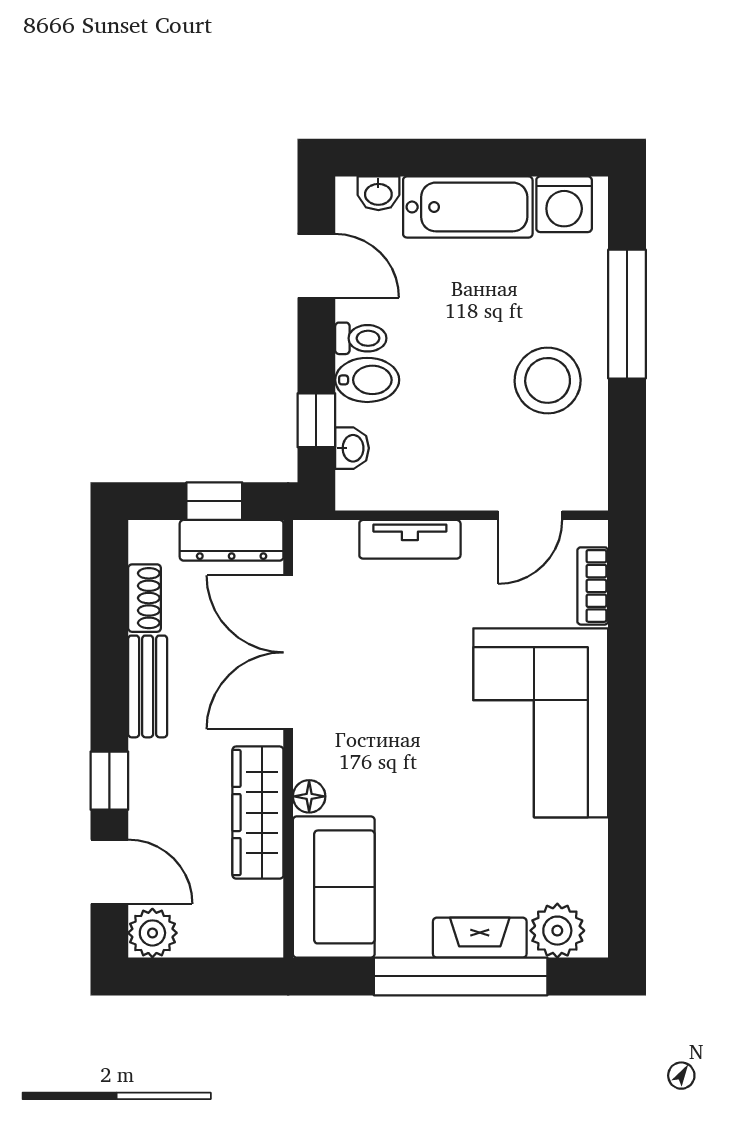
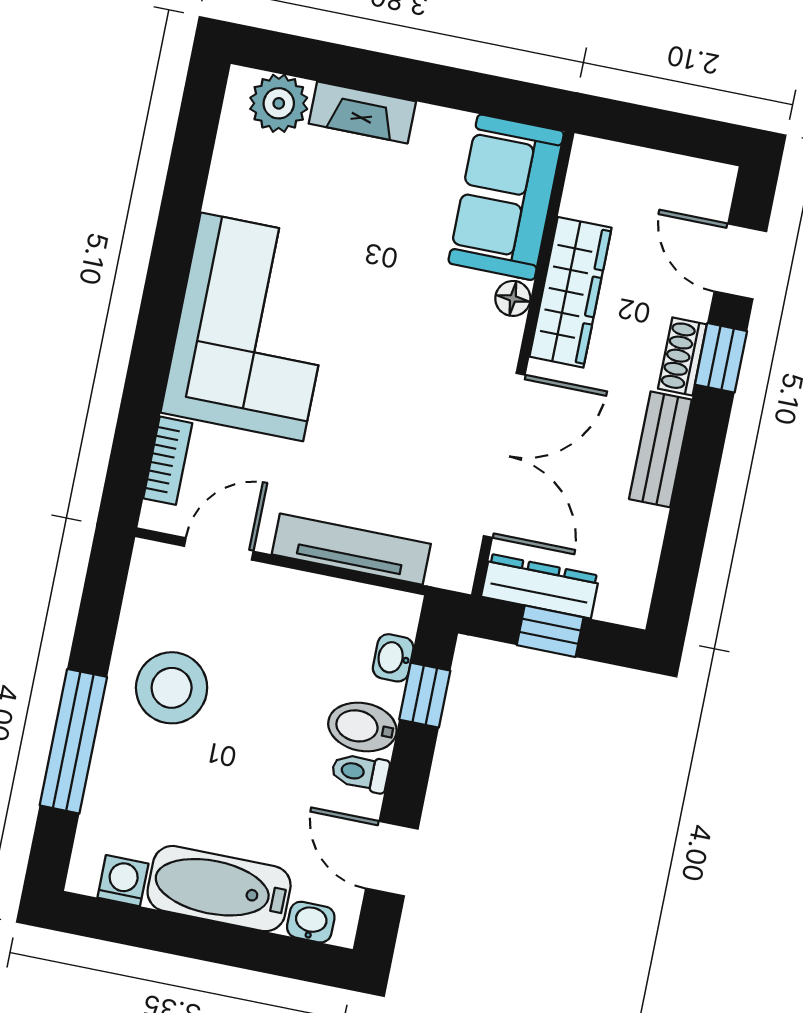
washing machine: (564, 204) -> (123, 881), width x0.73, depth x0.73
tv unit: (410, 539) -> (351, 549), width x1.41
shoe rack: (145, 598) -> (682, 356), moved
plant: (152, 933) -> (708, 187), removed
window: (461, 976) -> (391, 75), removed

